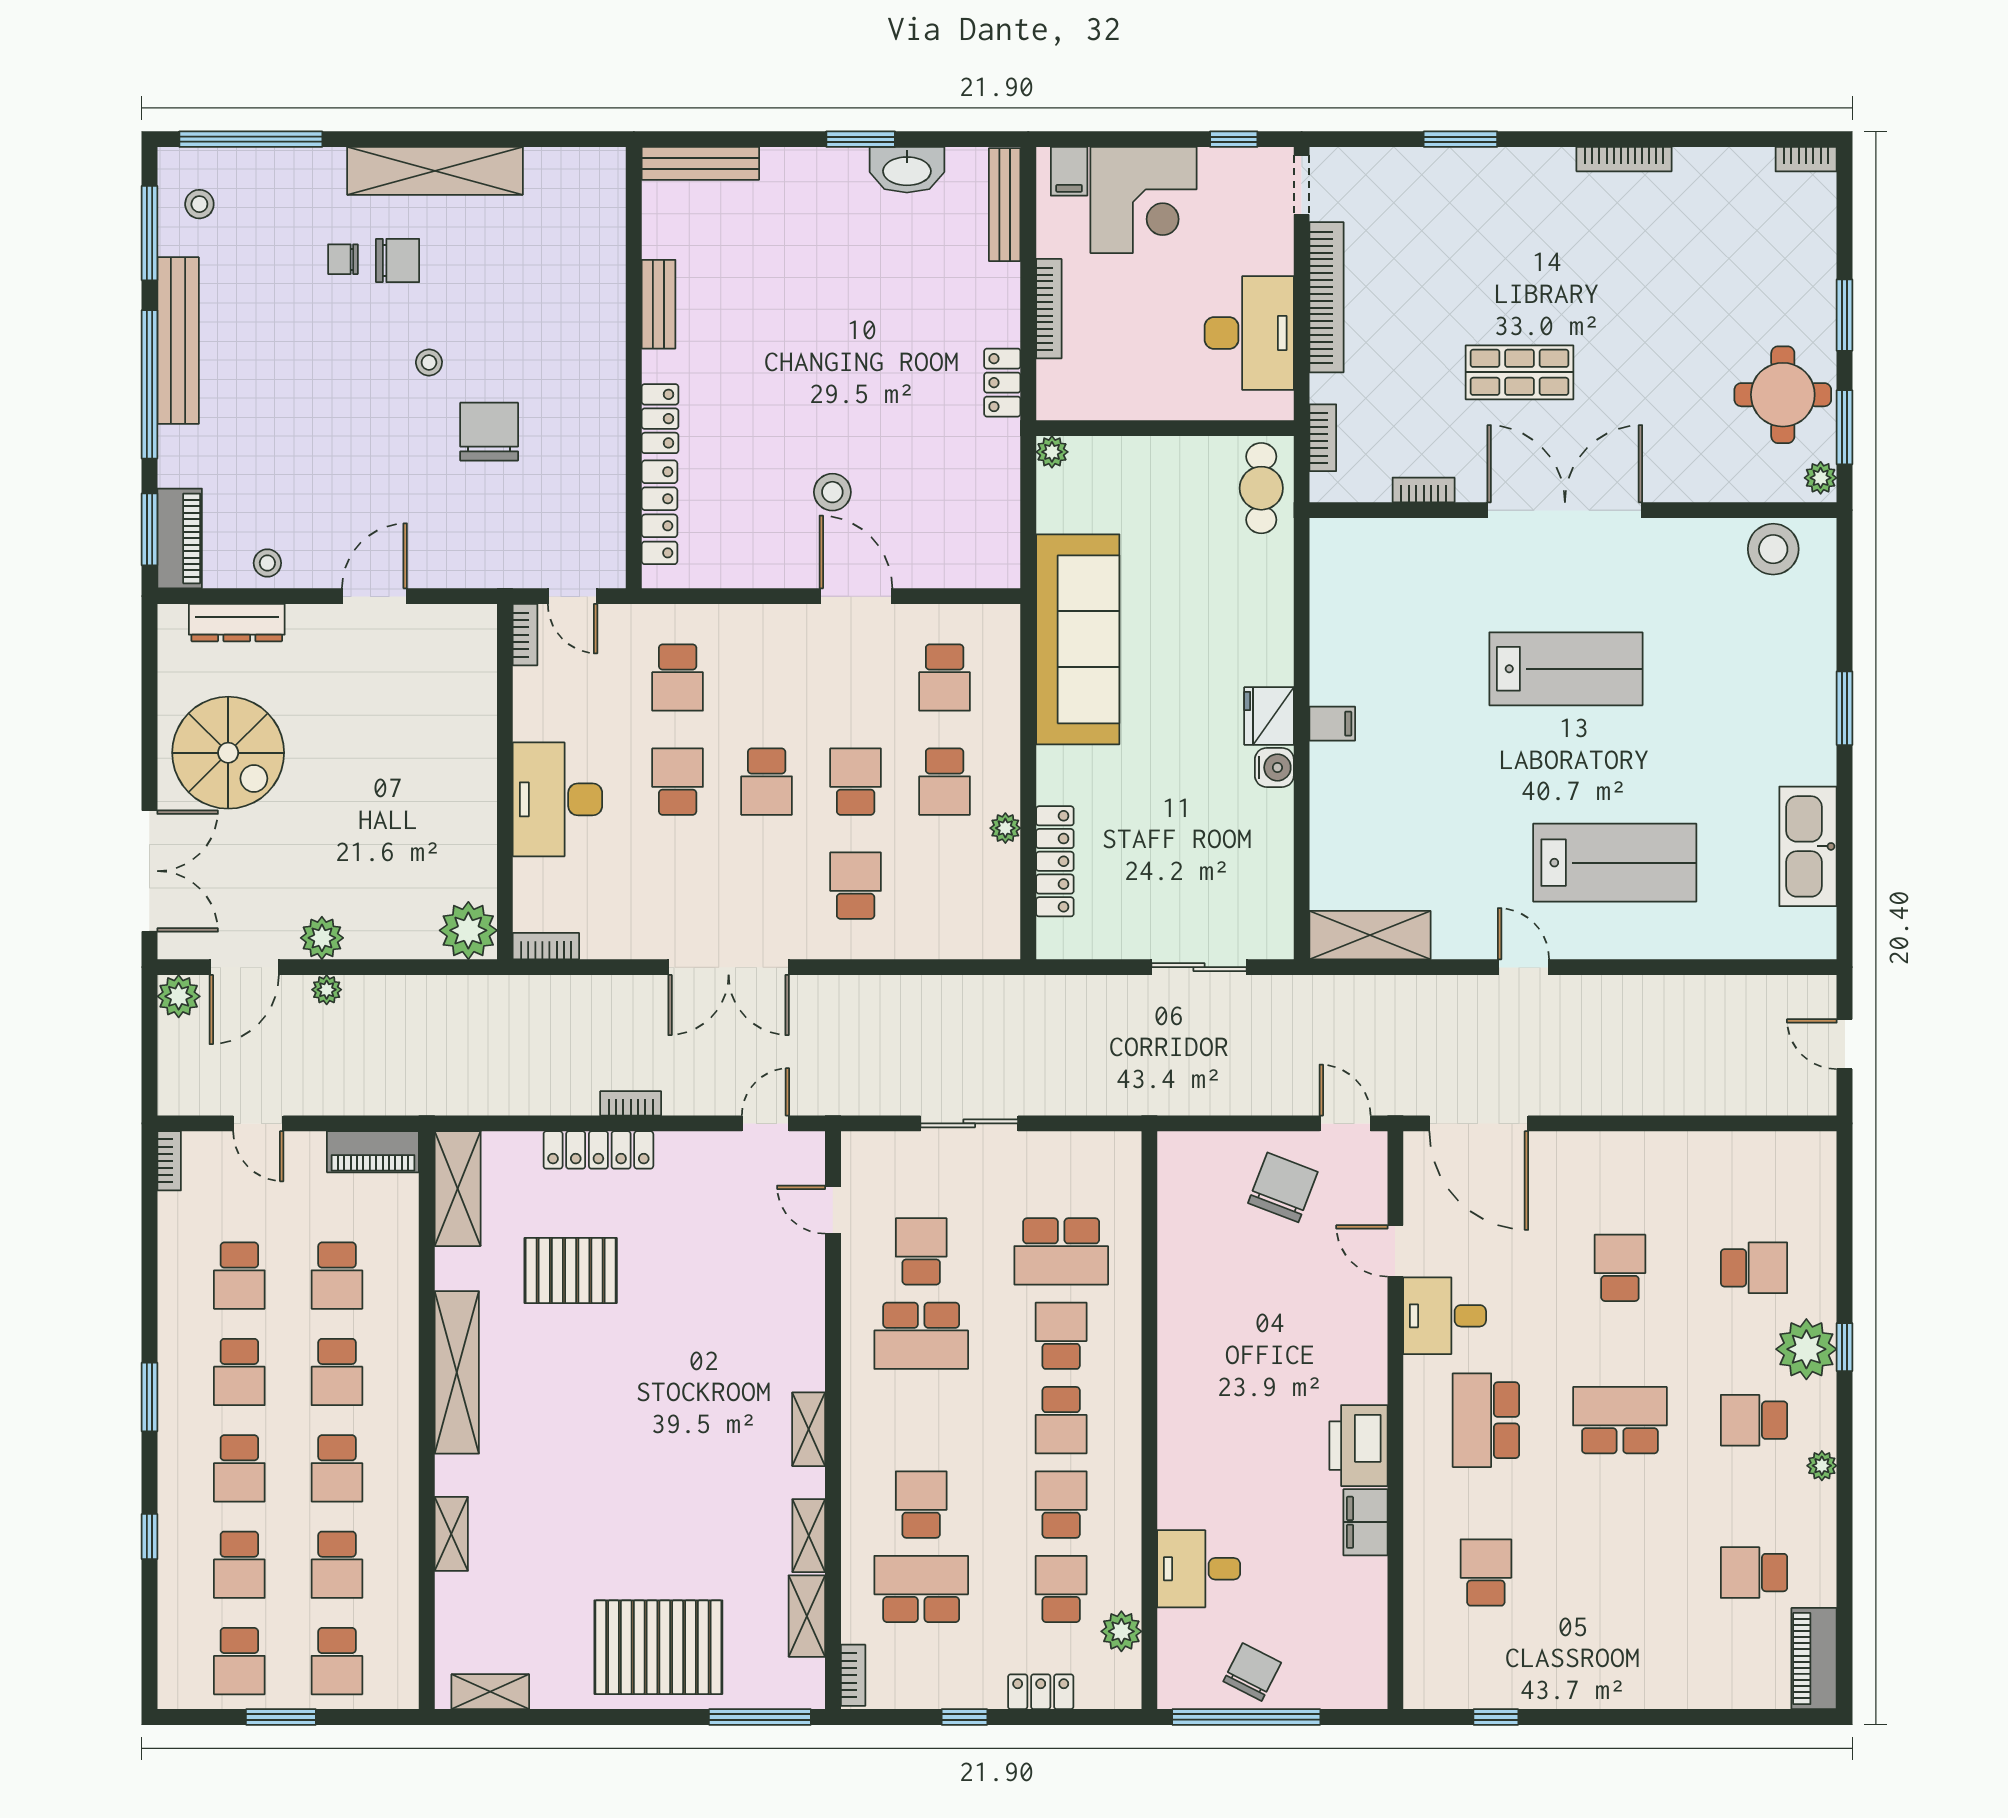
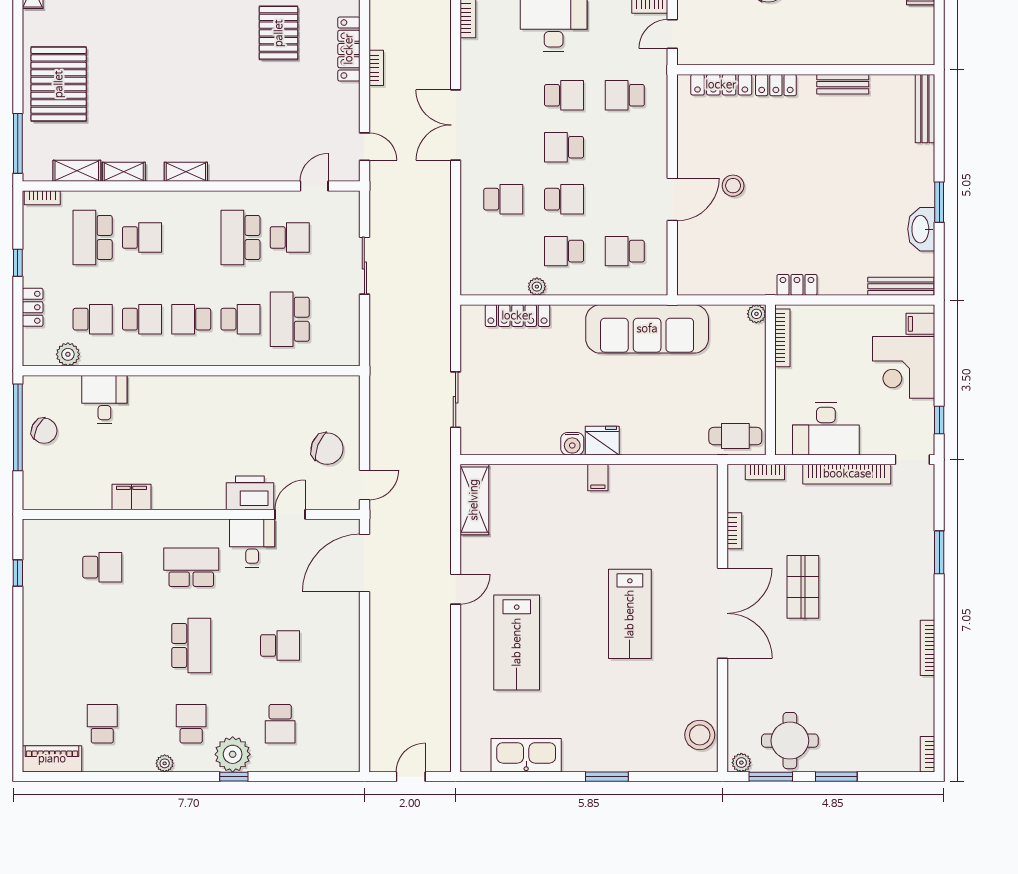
bookcase: (1049, 309) -> (782, 338), moved, turned -90
printer: (1358, 1446) -> (250, 493), moved
school desk: (921, 1589) -> (93, 237), turned 180

